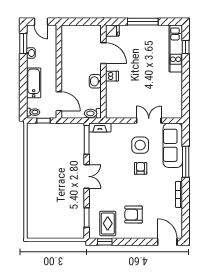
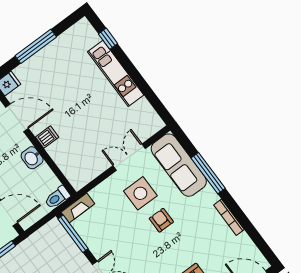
kitchen unit: (176, 48) -> (116, 73), moved

